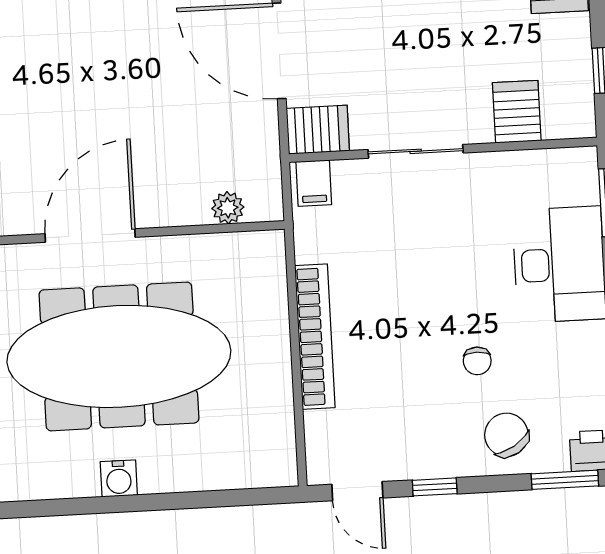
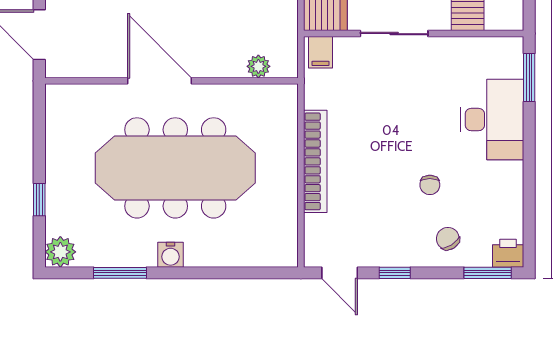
door: (90, 235) -> (159, 81), hinge flipped
chair: (506, 435) -> (448, 239), width x0.73, depth x0.73
window: (49, 508) -> (120, 273), added

